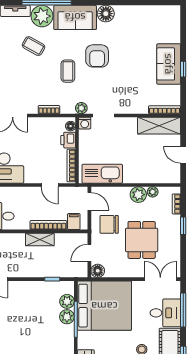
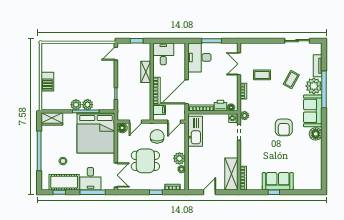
armchair: (97, 56) -> (284, 127), turned -90
coffee table: (68, 71) -> (262, 75), moved
door: (50, 185) -> (187, 92), width x1.88
shelving: (40, 239) -> (146, 72), moved
door: (89, 253) -> (136, 122), swing flipped
plant: (67, 301) -> (76, 105), moved

